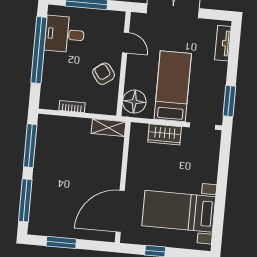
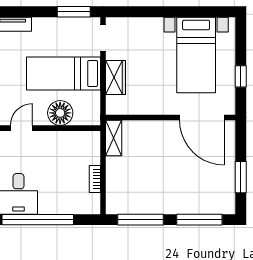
armchair: (104, 74) -> (57, 148), removed
floor lamp: (134, 102) -> (60, 113), moved

